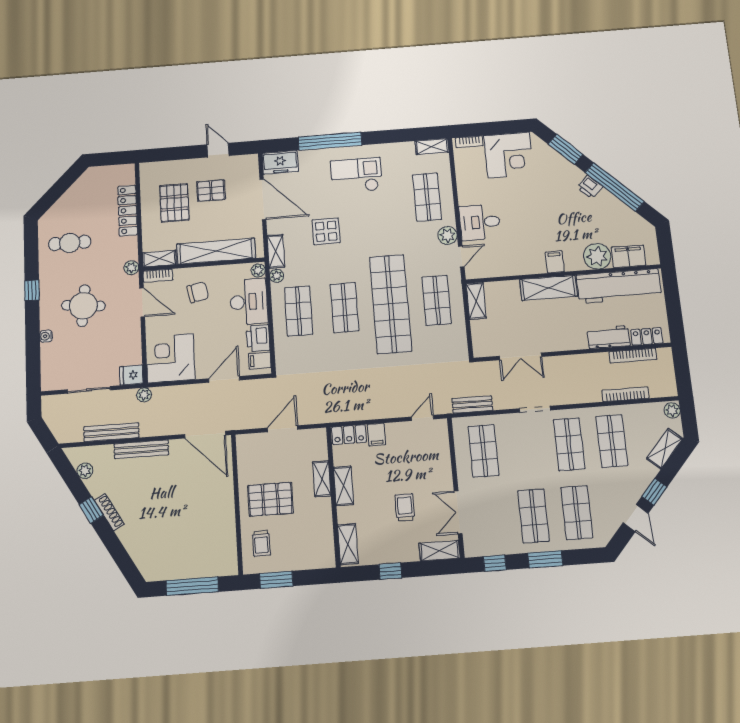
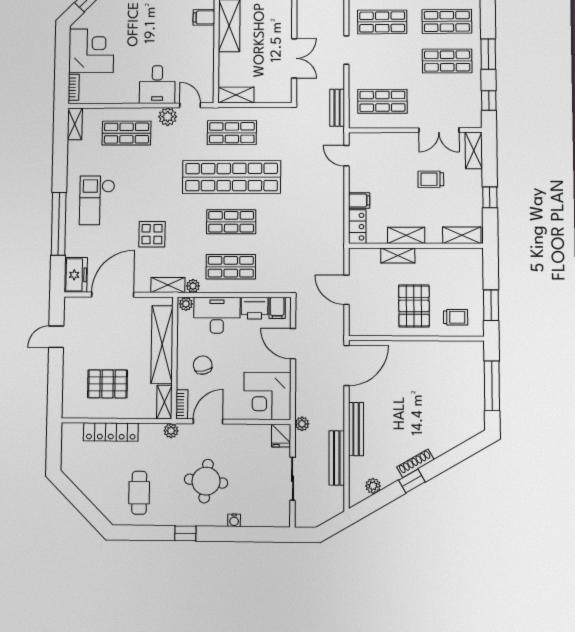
pallet: (211, 191) -> (98, 346), removed

